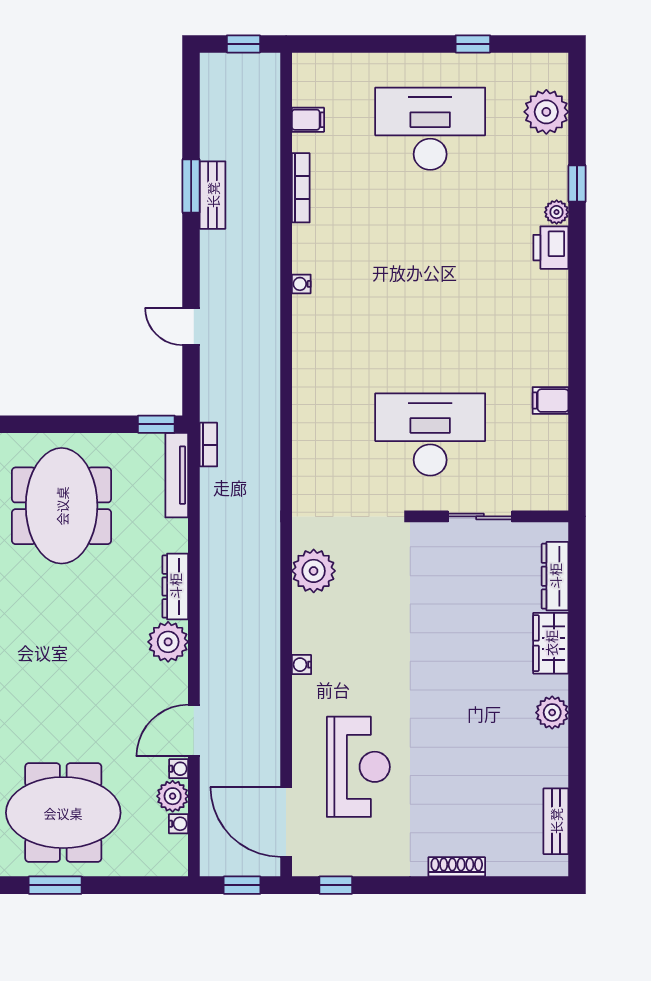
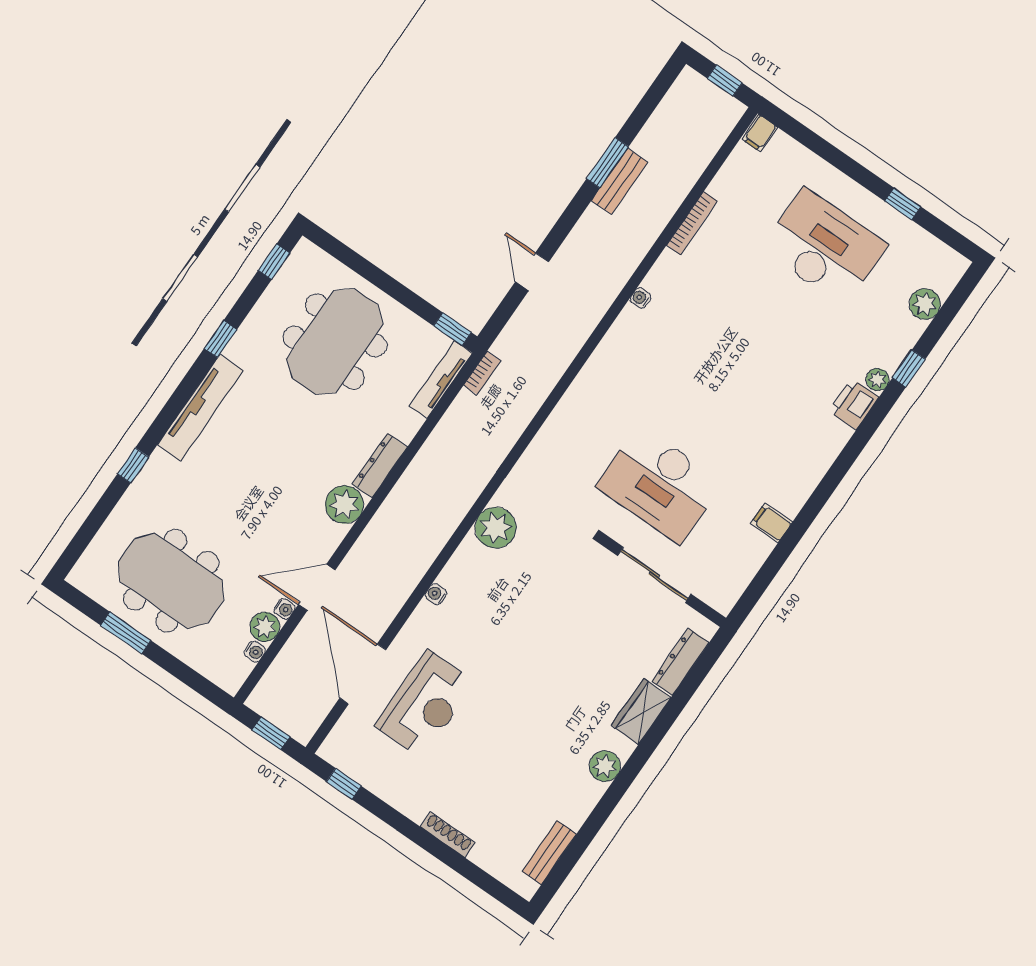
plant: (546, 112) -> (925, 304), width x0.73, depth x0.73
filing cabinet: (308, 120) -> (760, 133), moved, turned 90
desk: (430, 434) -> (660, 484), turned 180
sliding door: (480, 516) -> (654, 575), width x1.37
door: (286, 822) -> (363, 674), moved

